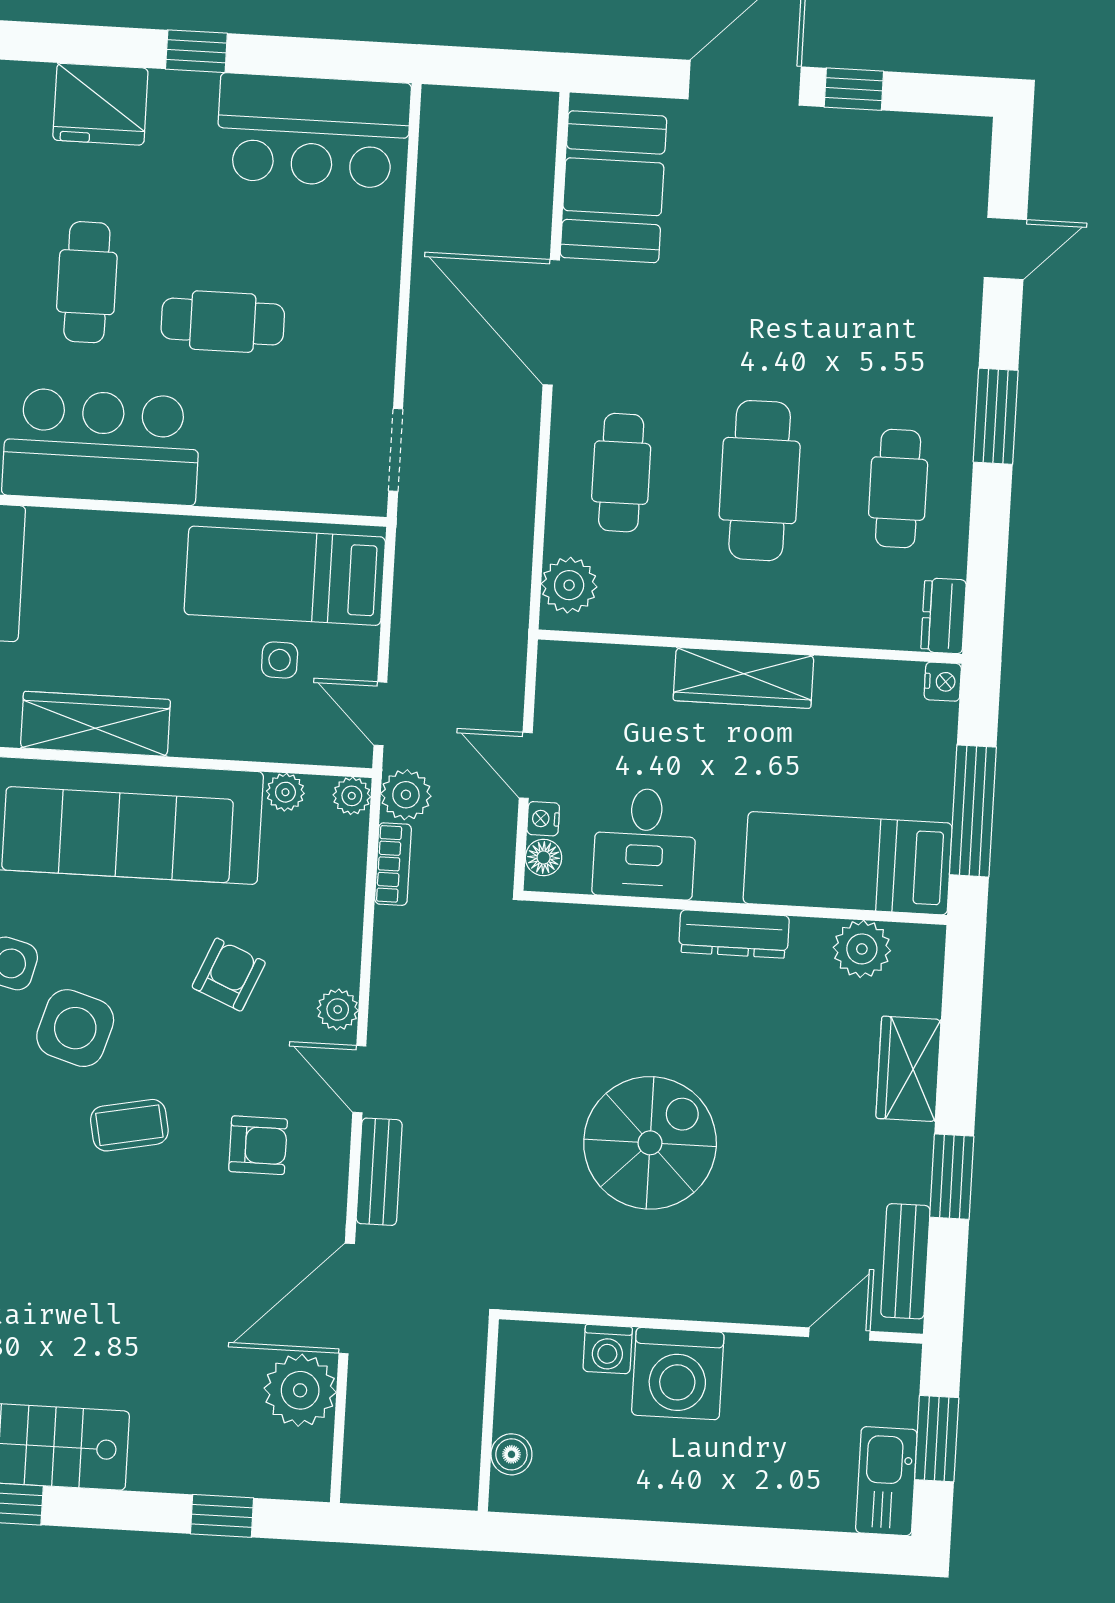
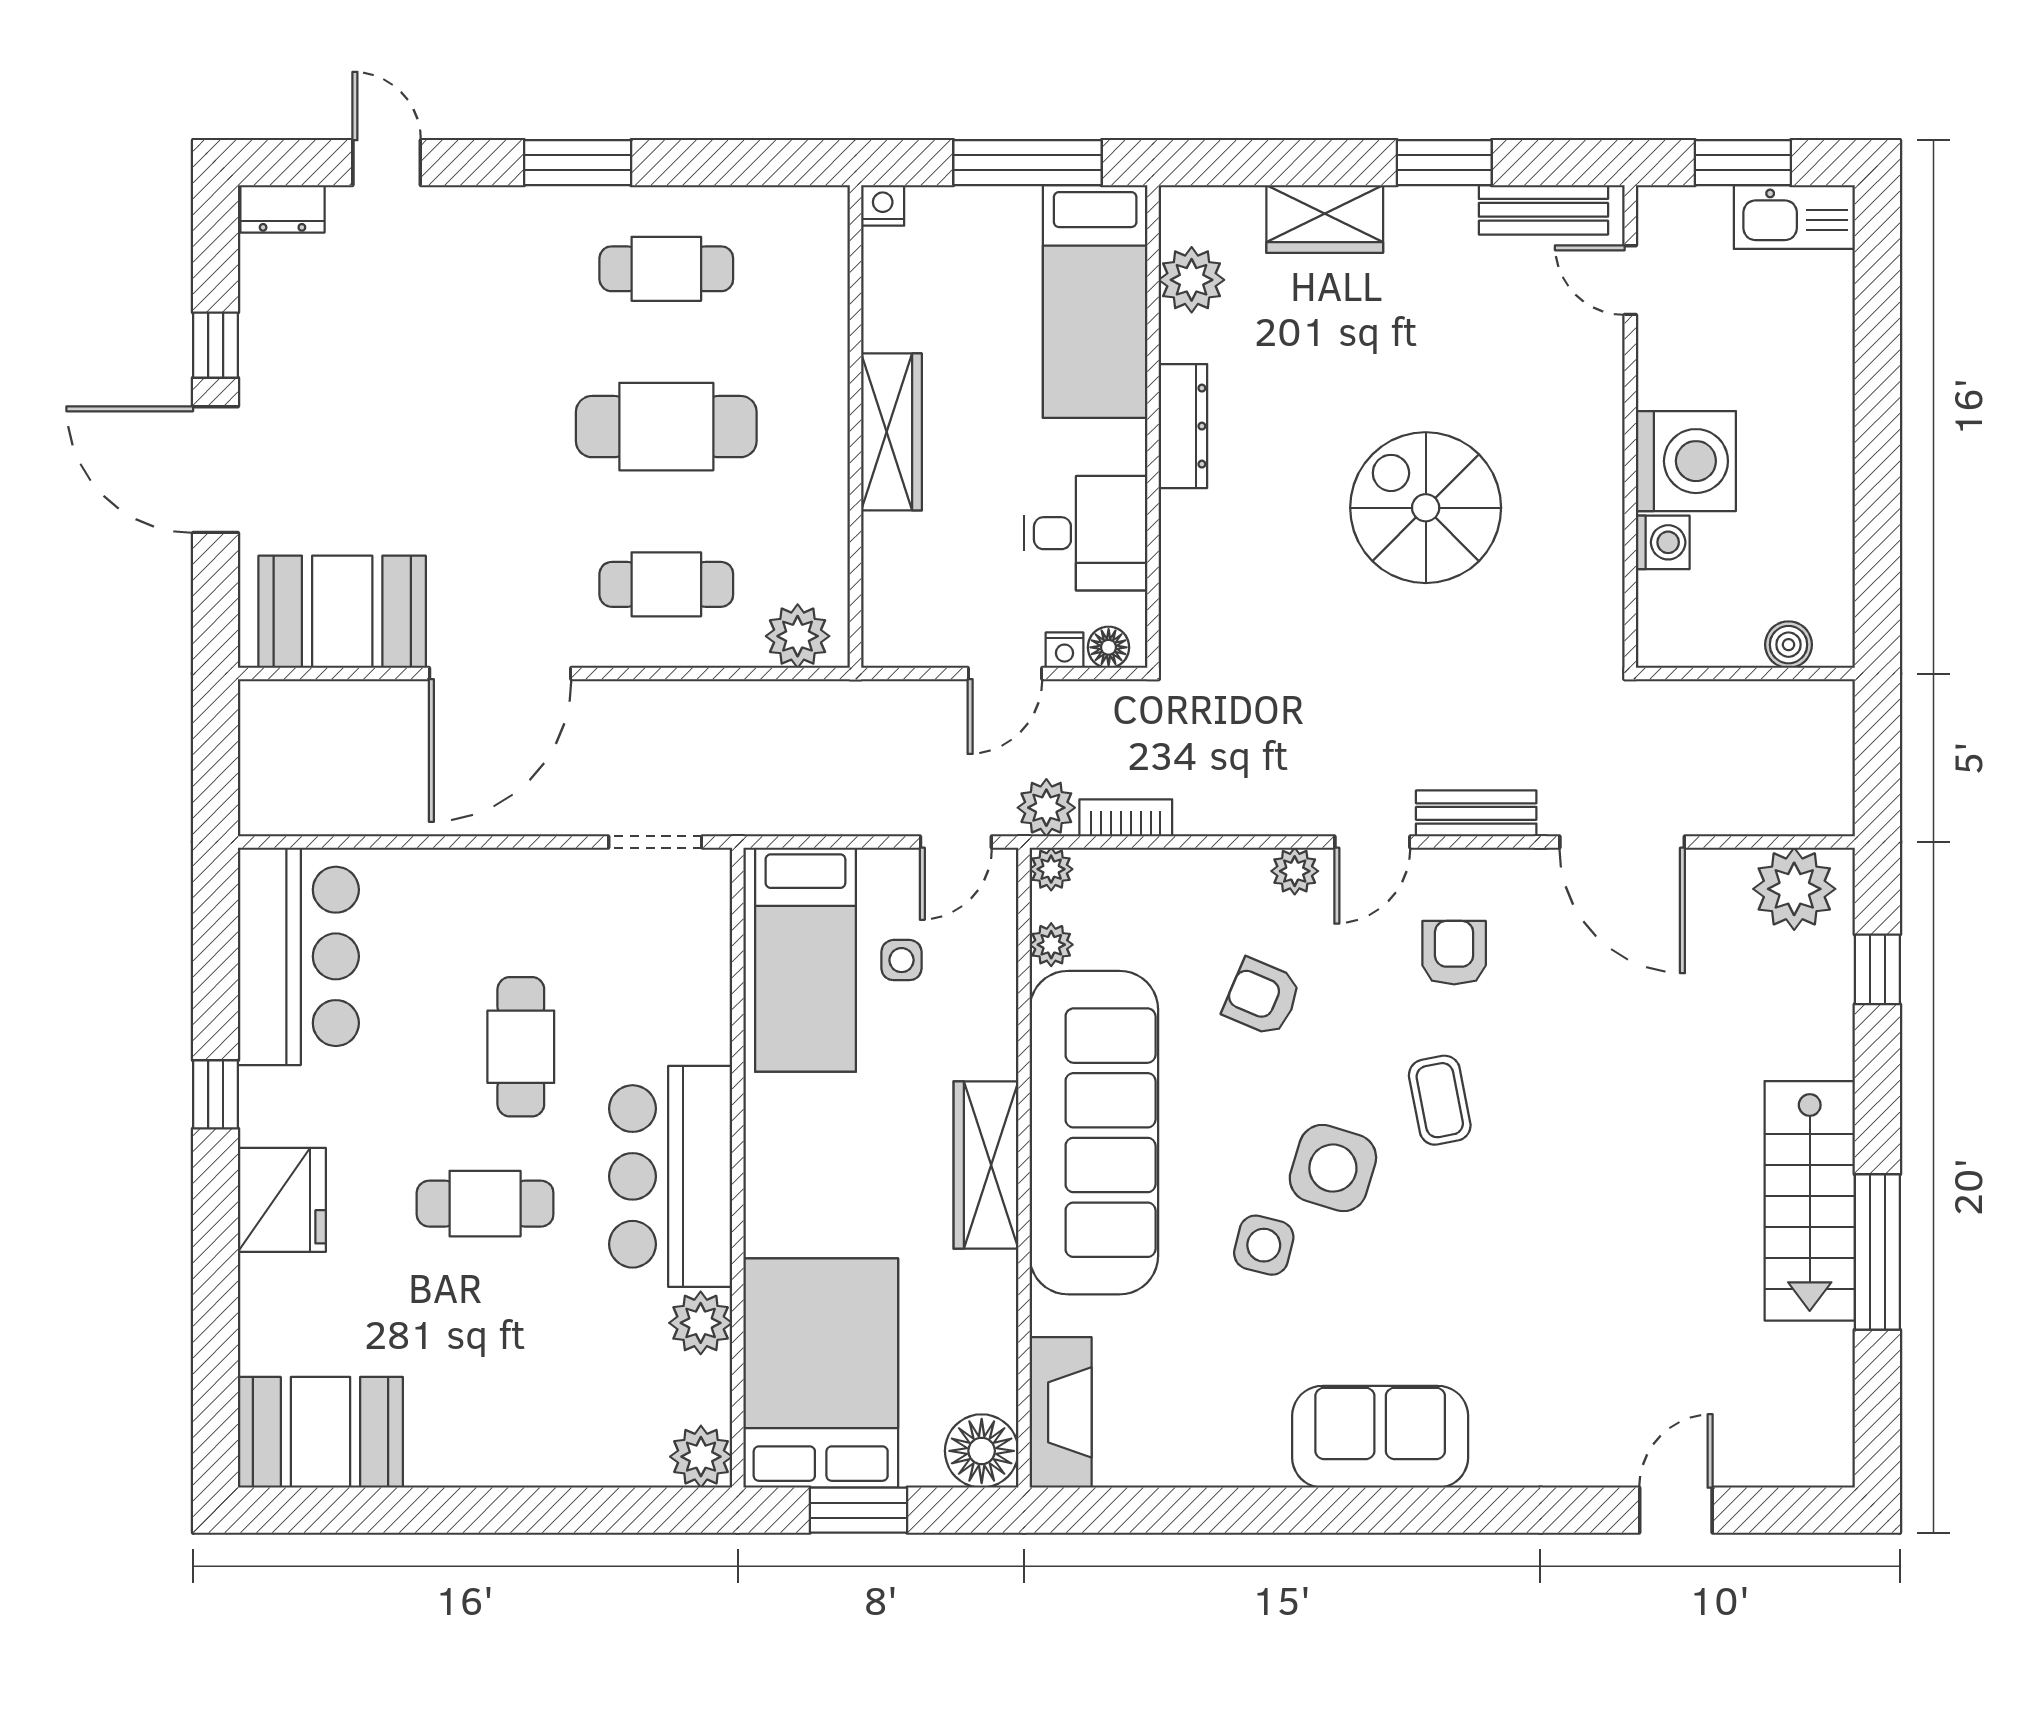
dresser: (943, 616) -> (282, 209), moved
plant: (300, 1390) -> (1794, 889), moved

